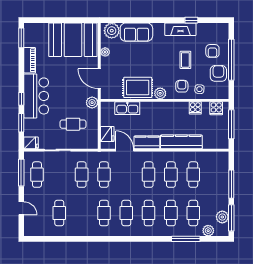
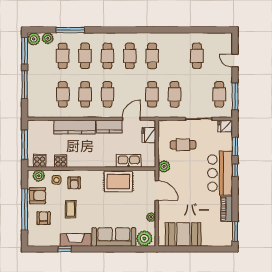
sofa: (136, 32) -> (114, 237), width x1.36
booth: (73, 40) -> (183, 234), width x0.73, depth x0.70
armchair: (218, 73) -> (38, 196), turned -90
plant: (160, 93) -> (39, 176), moved
door: (125, 150) -> (131, 119), swing flipped
plant: (222, 217) -> (34, 39), moved

